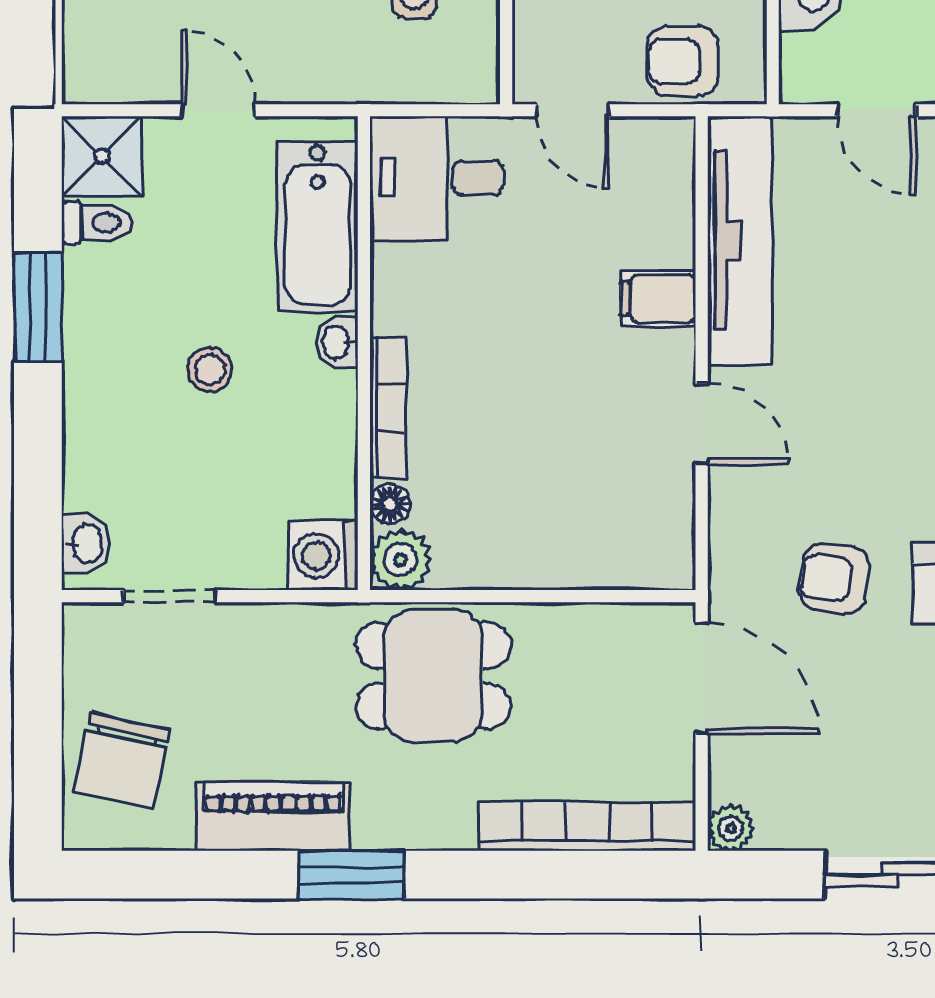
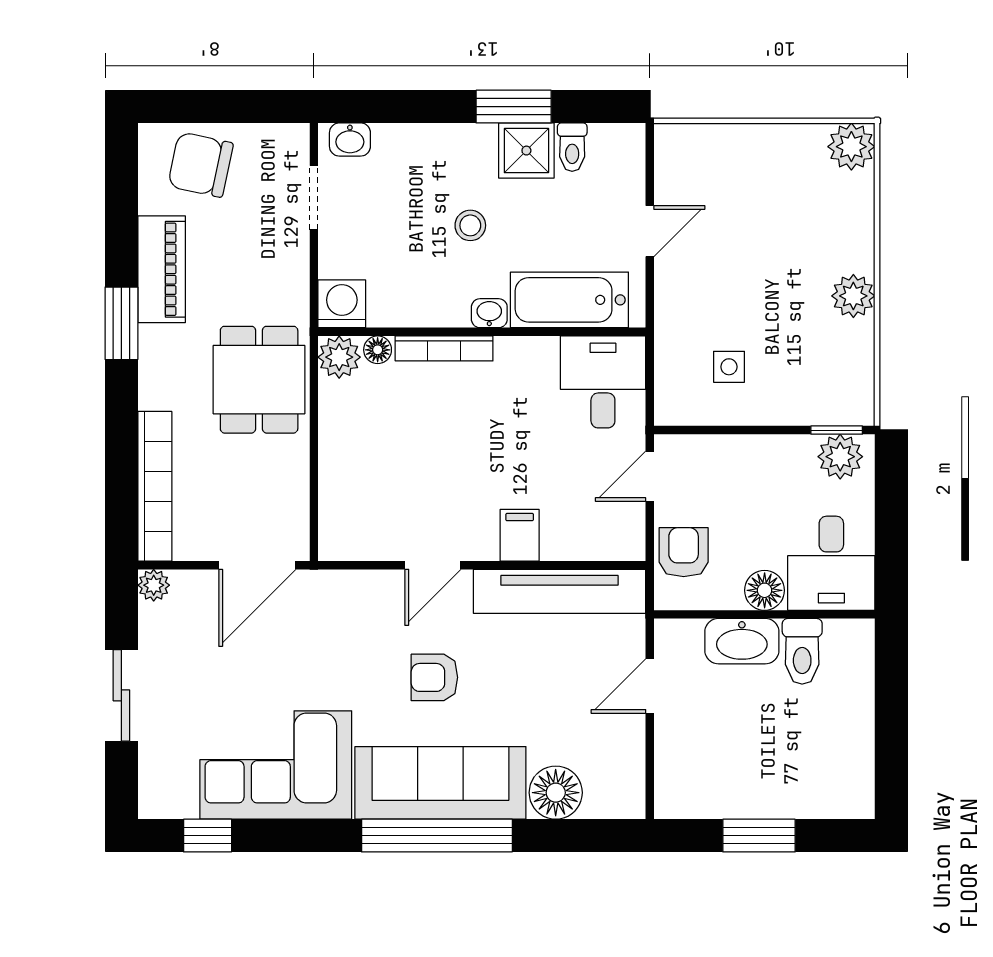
shower: (102, 156) -> (526, 151), moved
armchair: (834, 579) -> (434, 677), moved, turned -98

